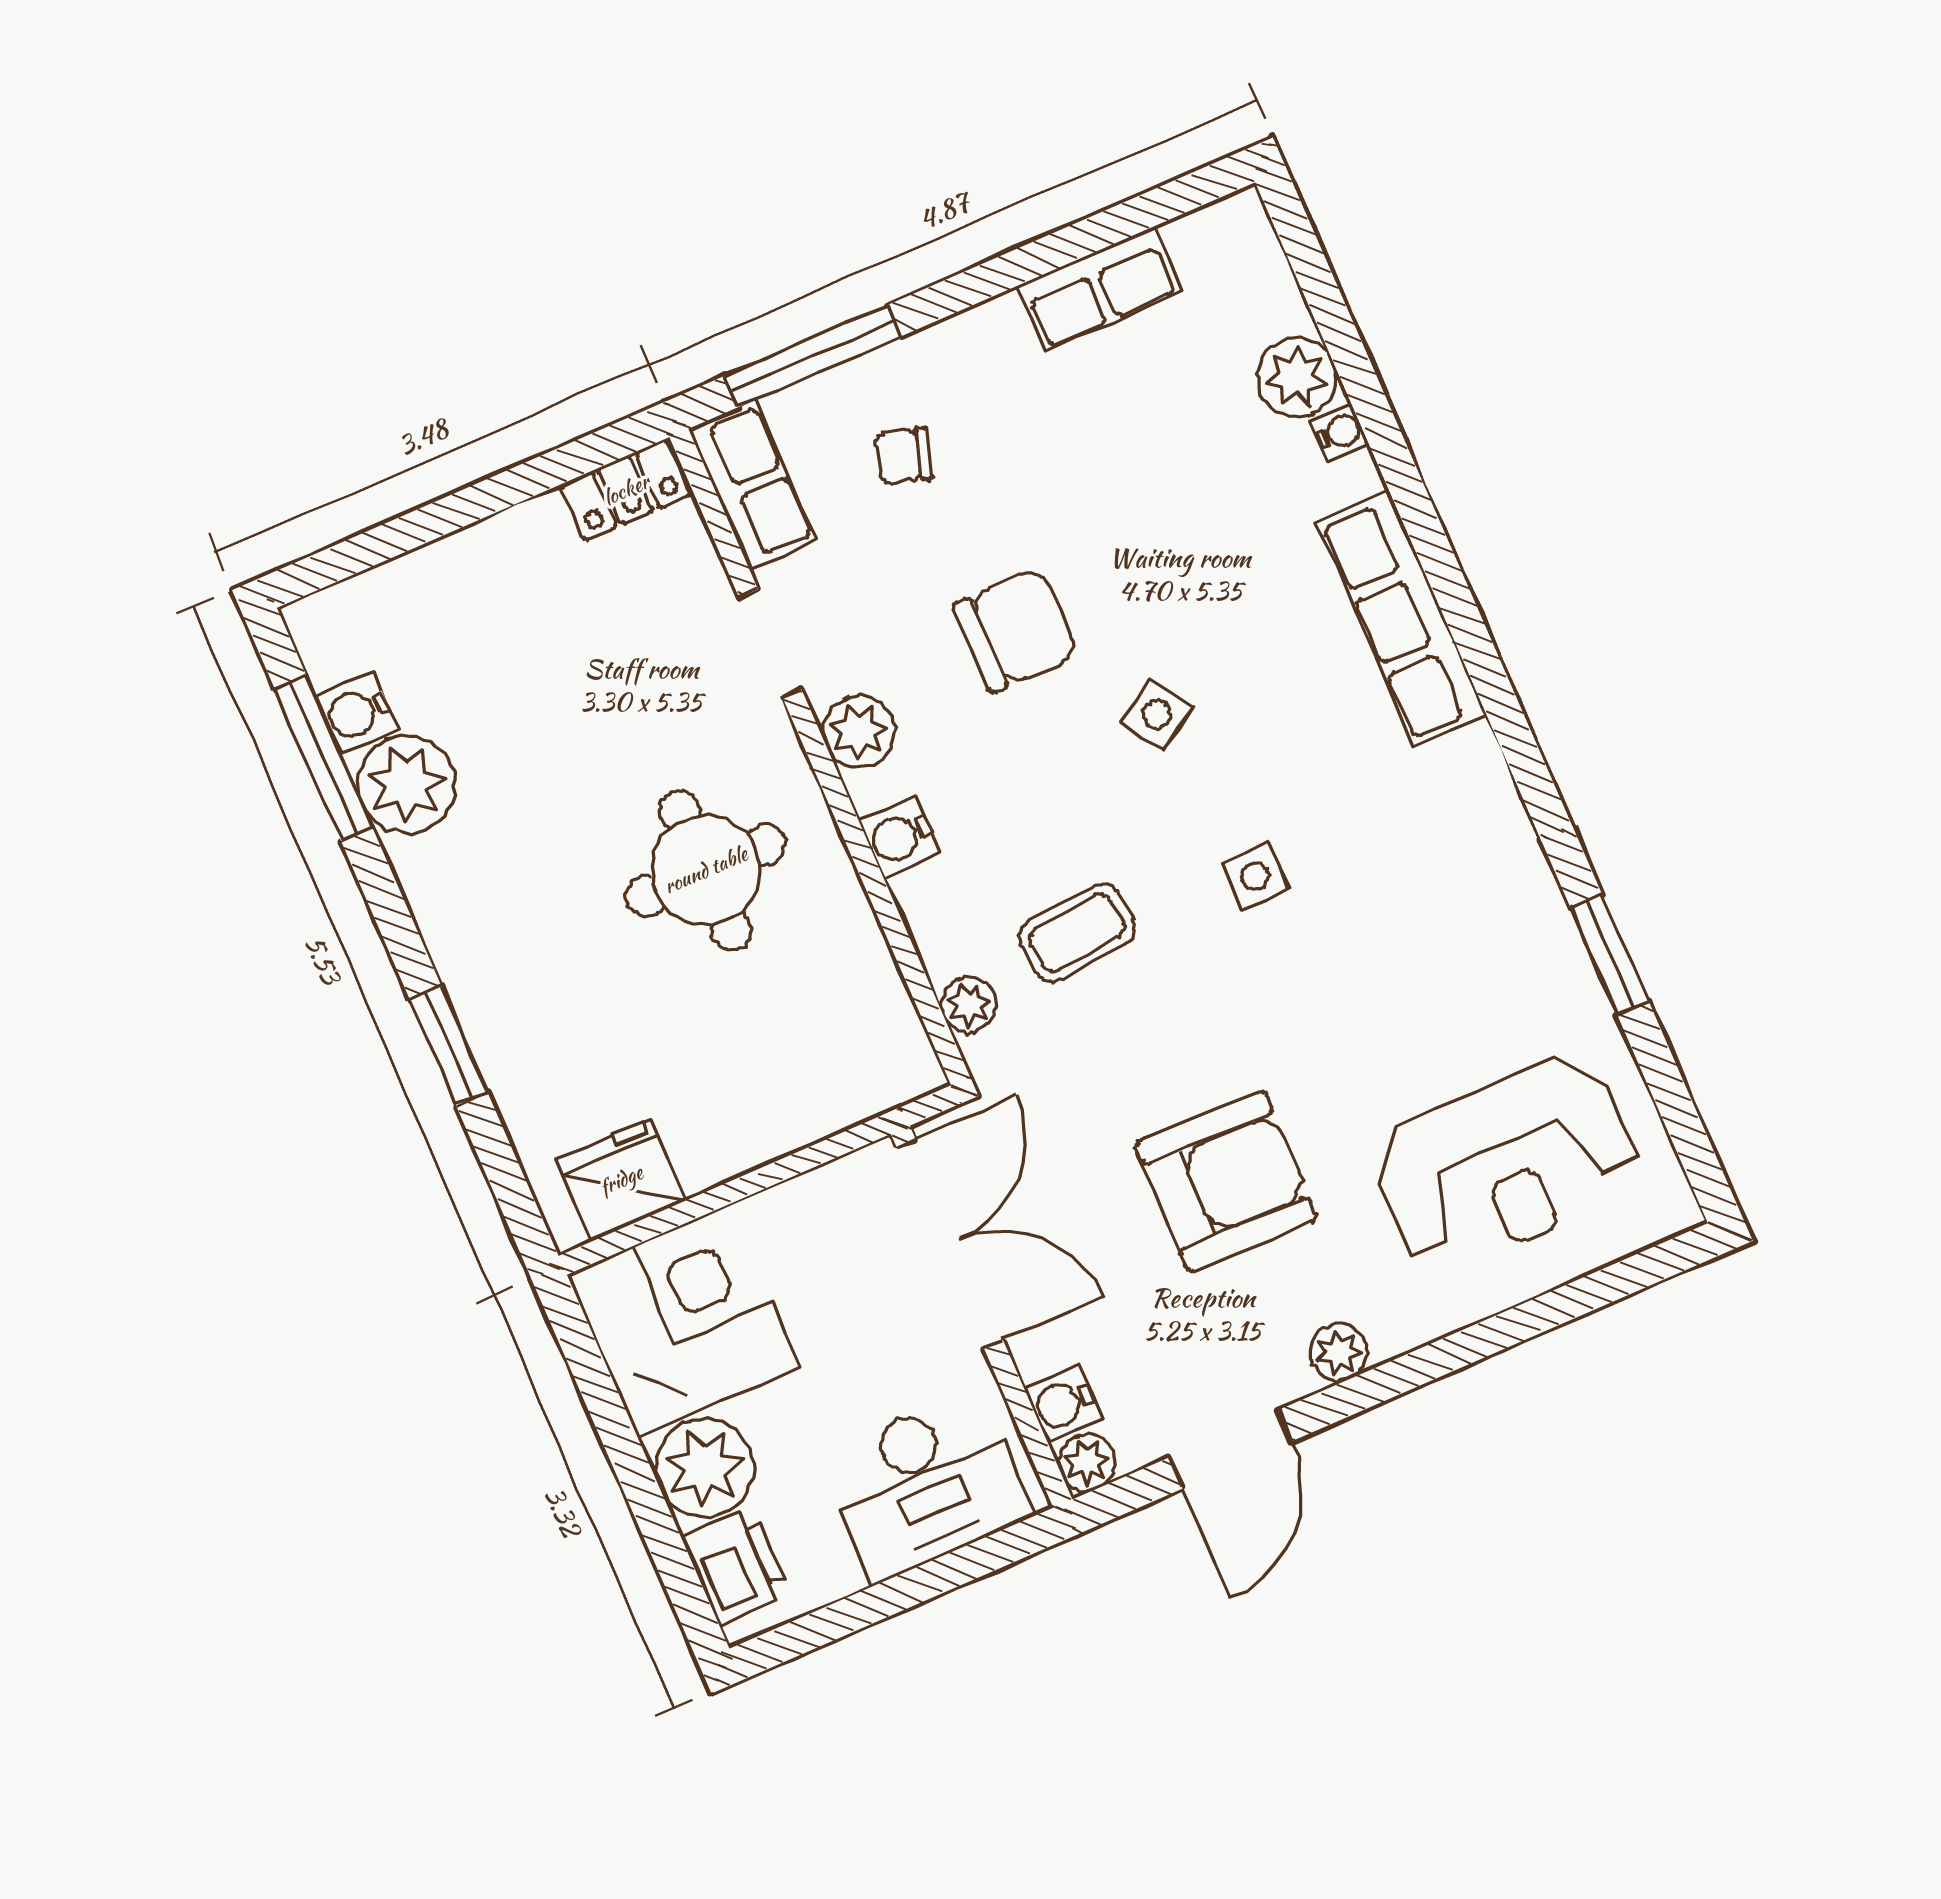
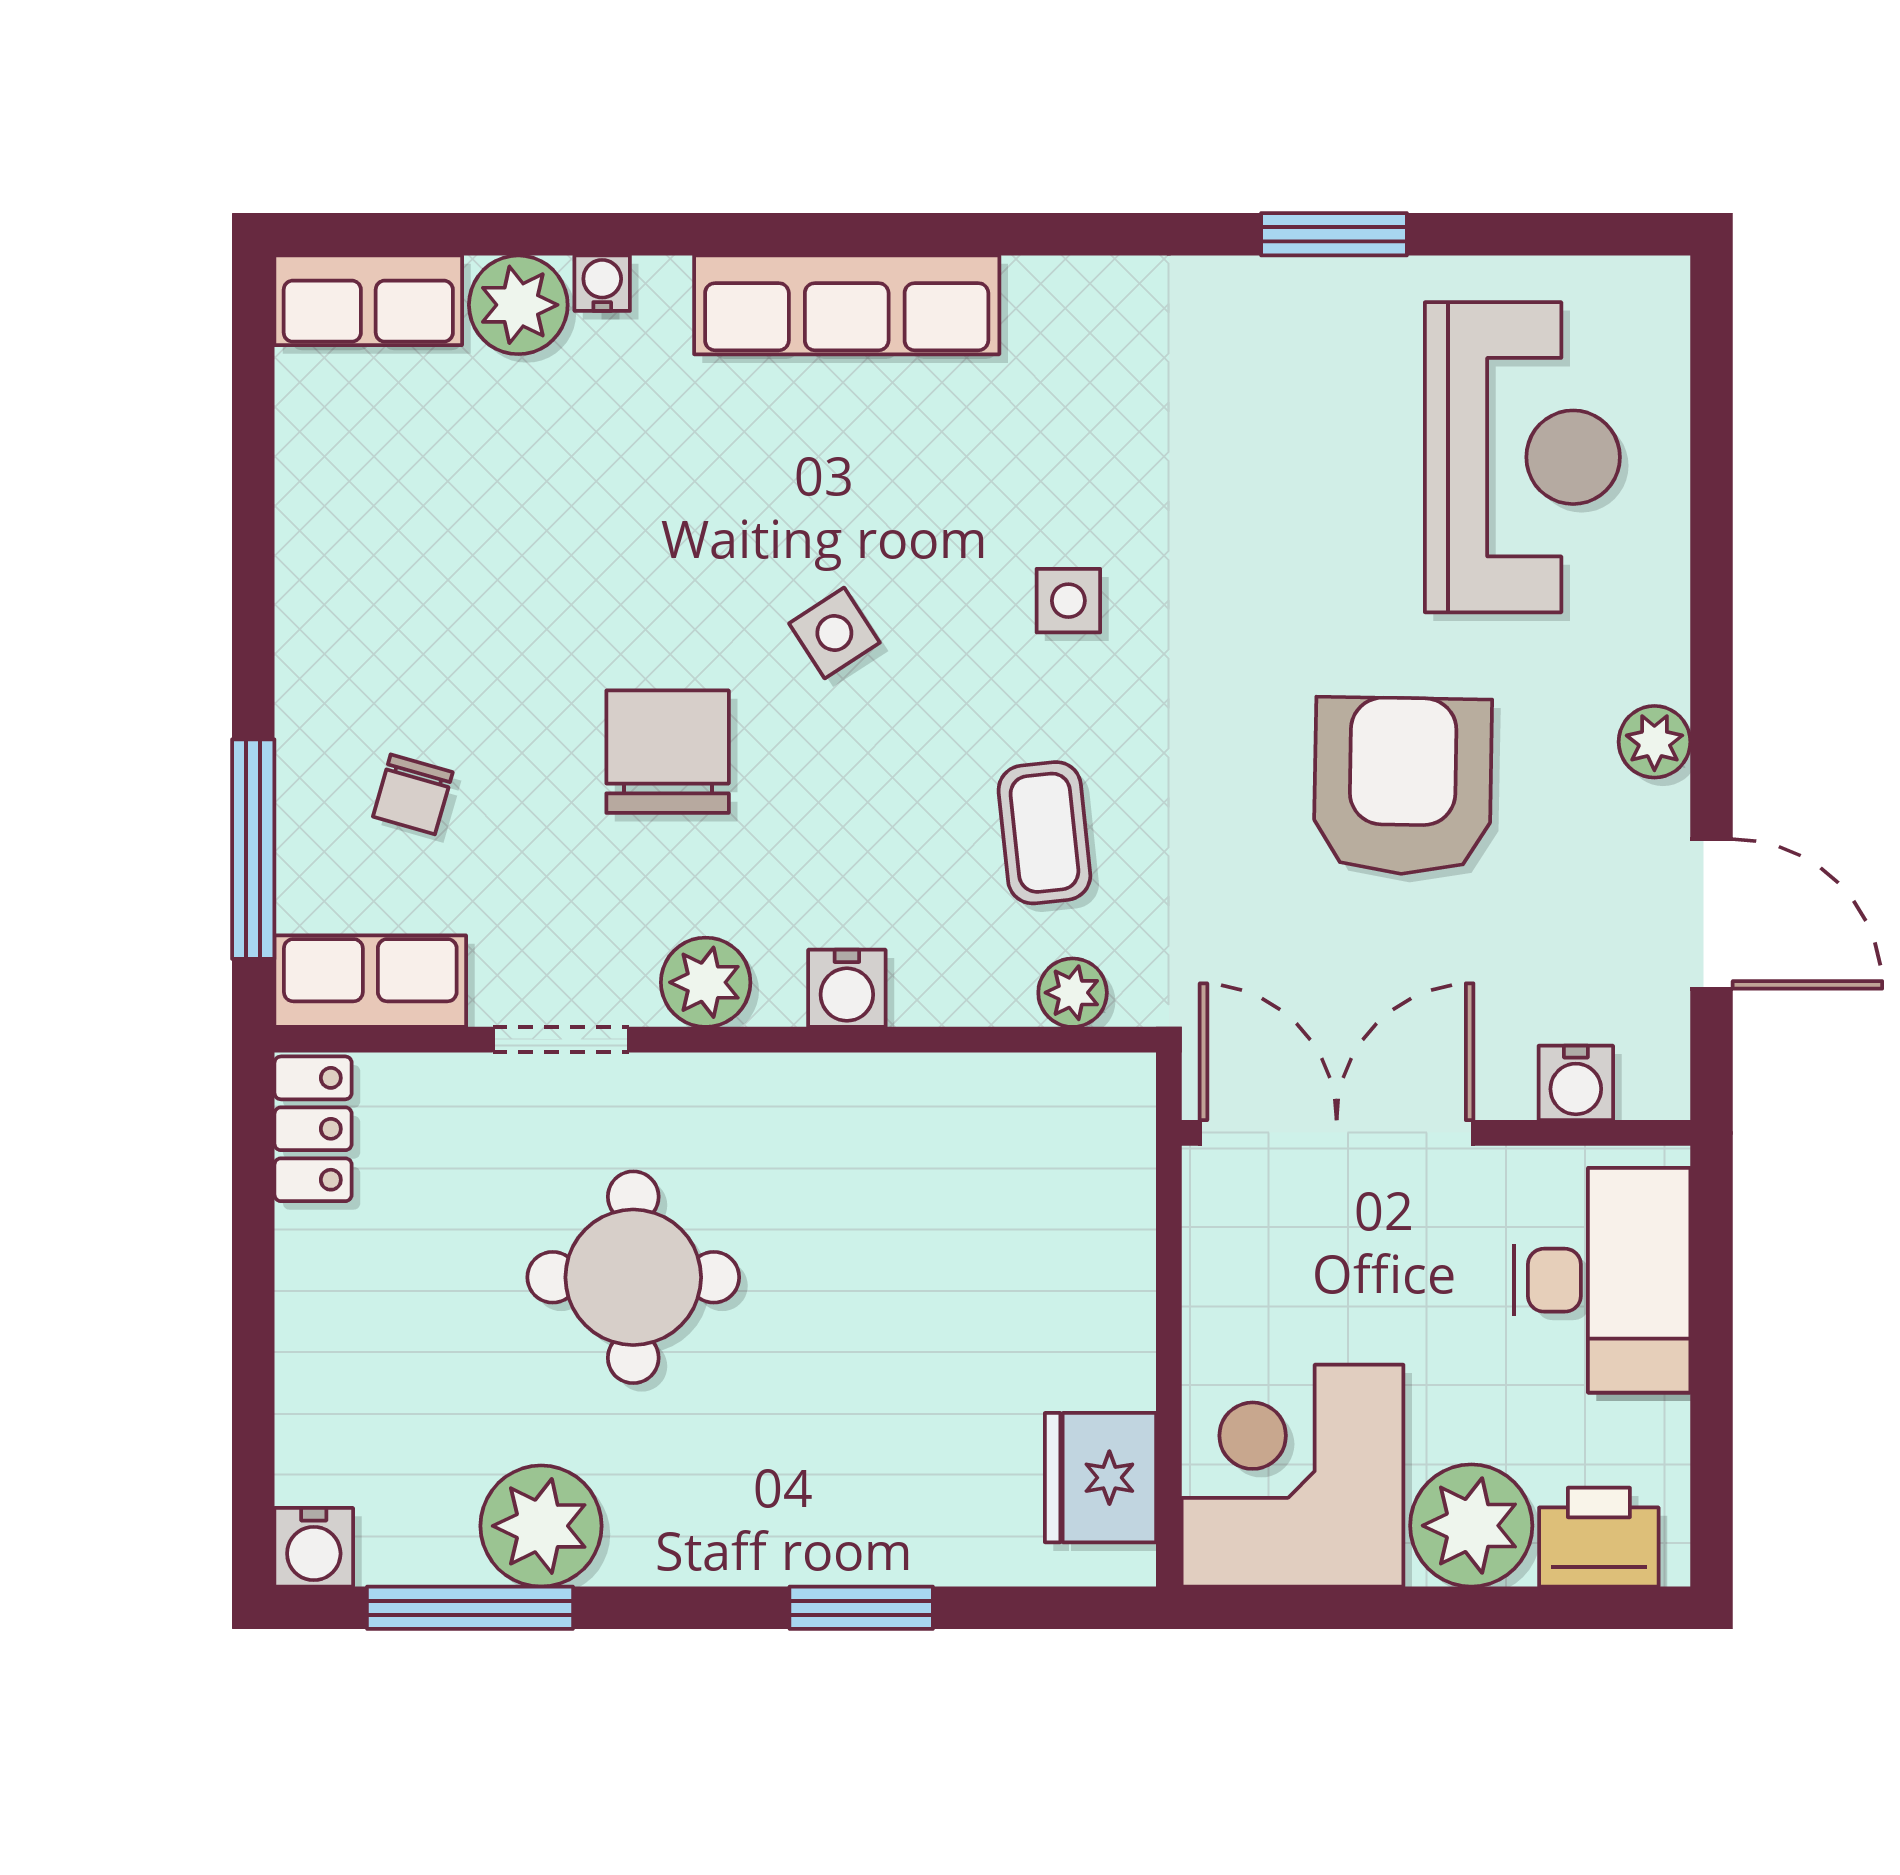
row of seats: (1099, 289) -> (368, 300), moved, turned 90
water cooler: (357, 713) -> (314, 1547), moved
round table: (706, 870) -> (633, 1277), moved
plant: (1087, 1462) -> (1655, 1085), removed

